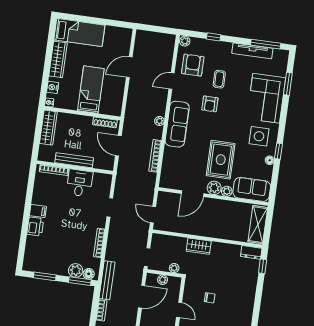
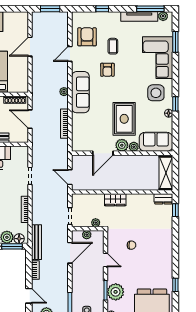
window: (157, 29) -> (50, 9), added
plant: (185, 41) -> (163, 16), moved

